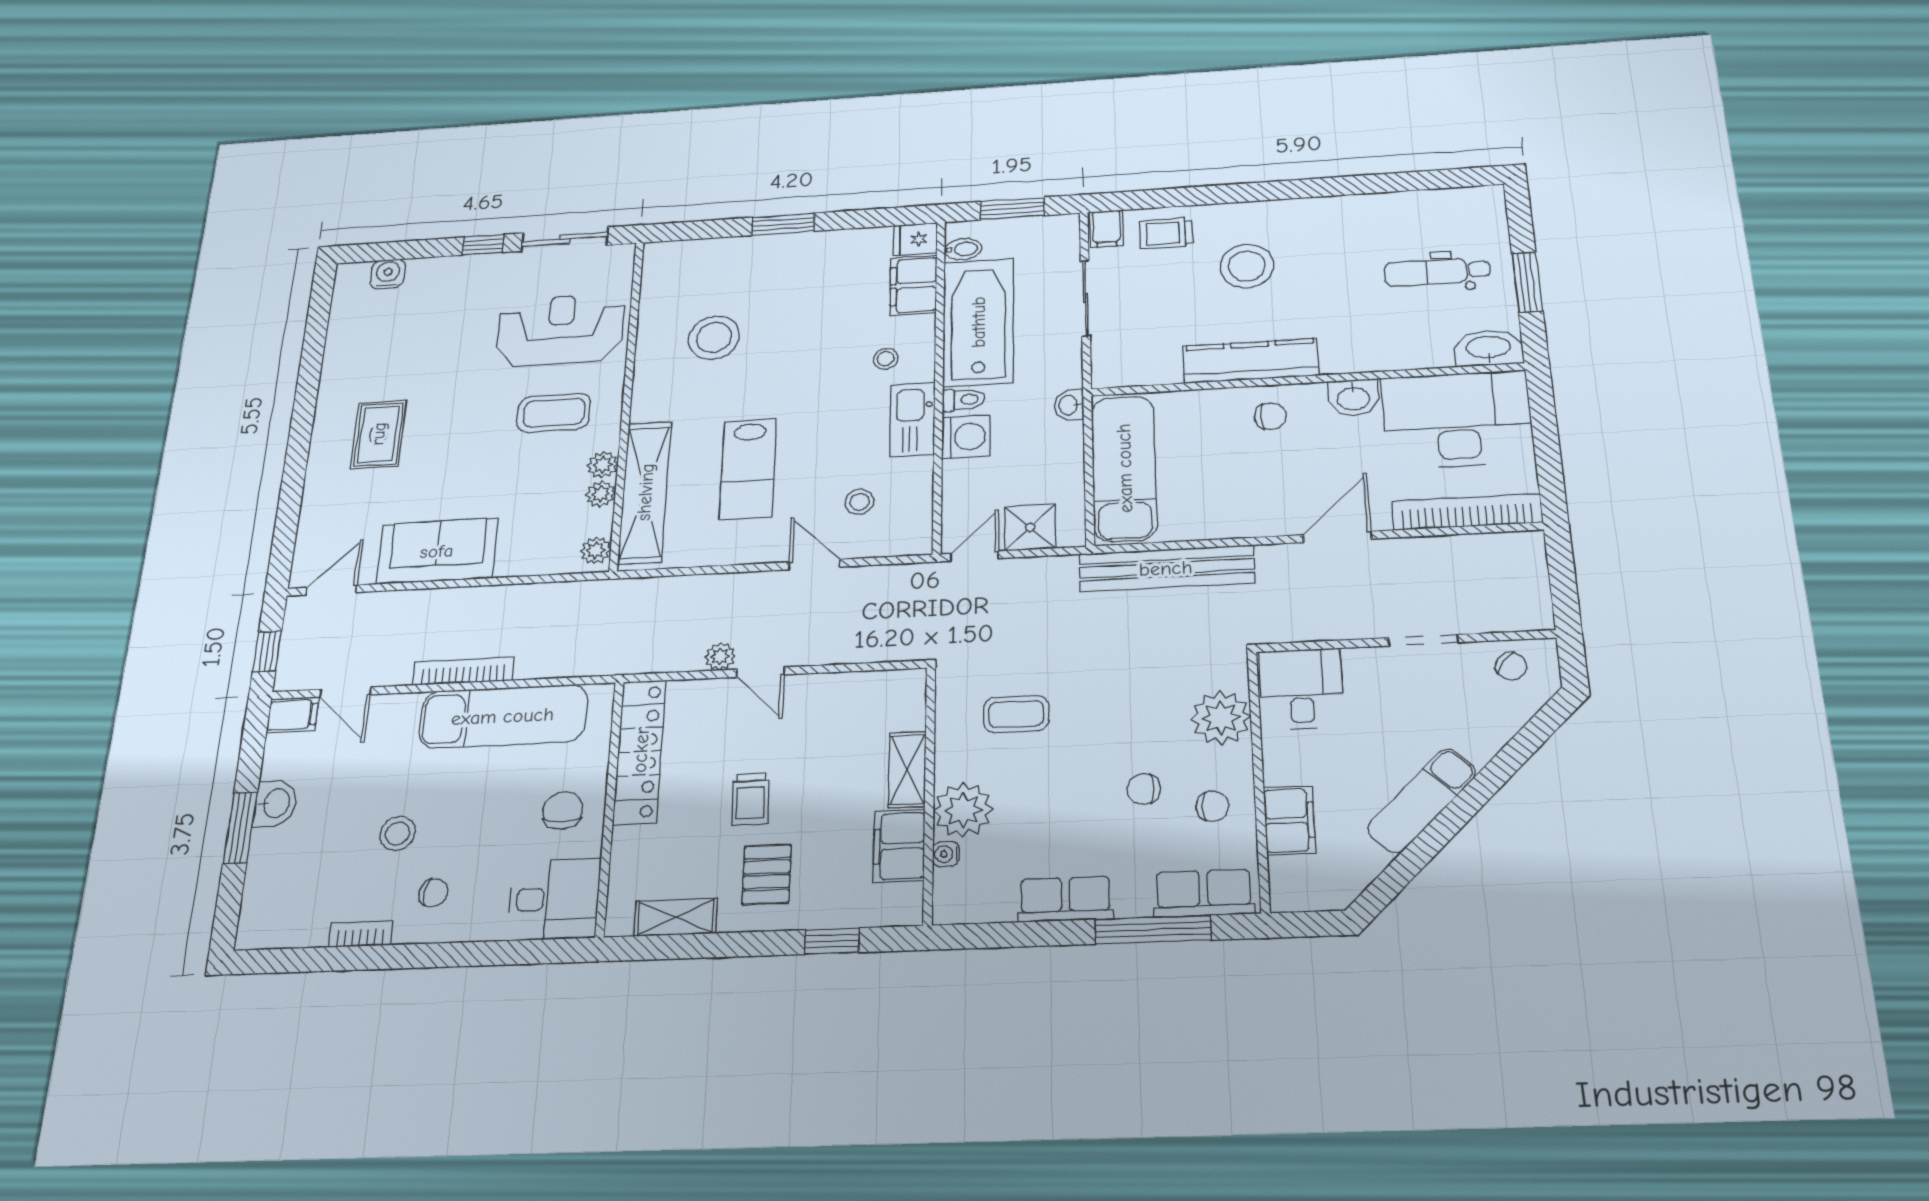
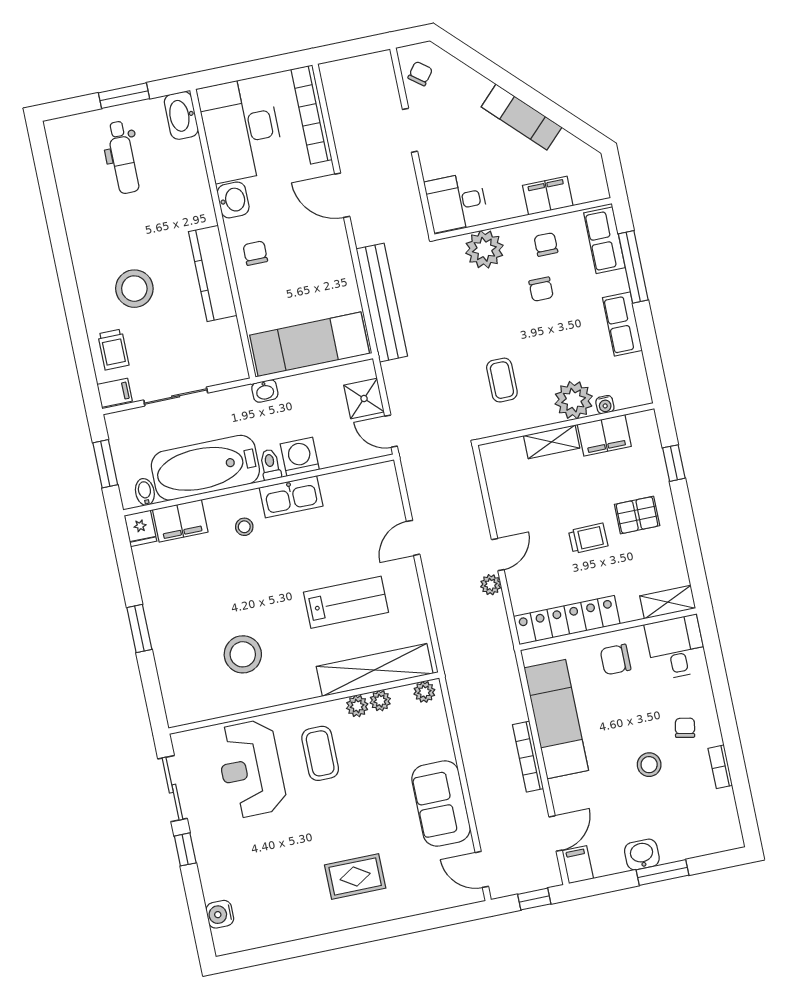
stool: (859, 502) -> (361, 519), removed
shelving: (676, 917) -> (668, 602), moved, turned 90

